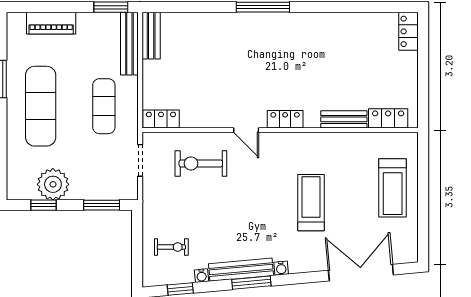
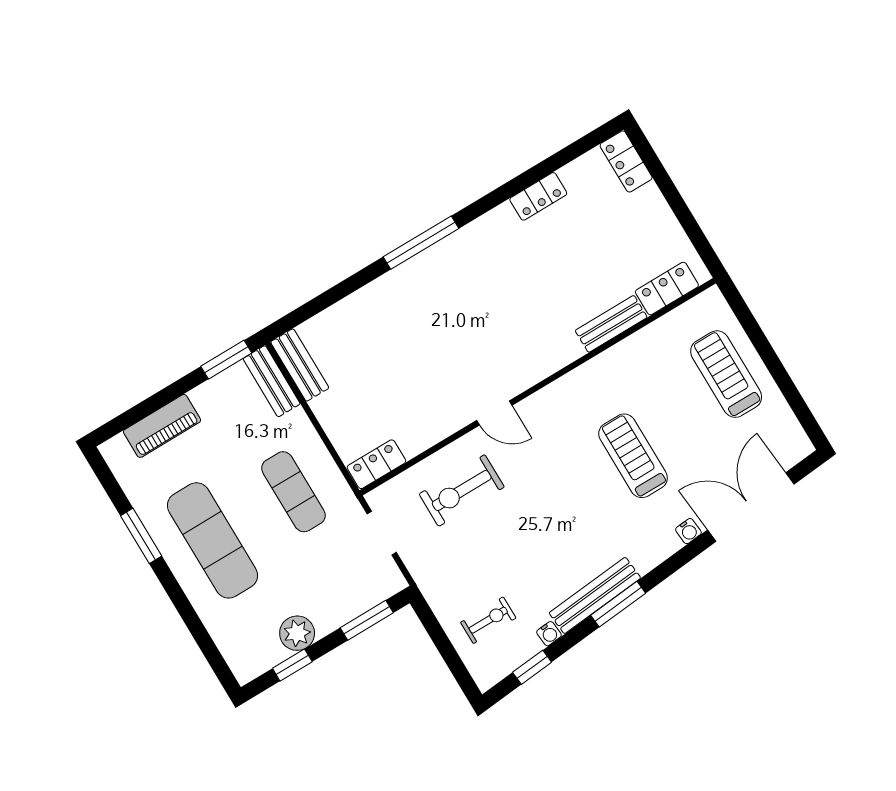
bench: (129, 44) -> (272, 381), width x0.73
locker: (285, 119) -> (538, 196), moved, turned 180
plant: (53, 184) -> (297, 633), width x0.73, depth x0.73
treadmill: (393, 188) -> (726, 374), turned 180
water cooler: (281, 268) -> (688, 531), moved

